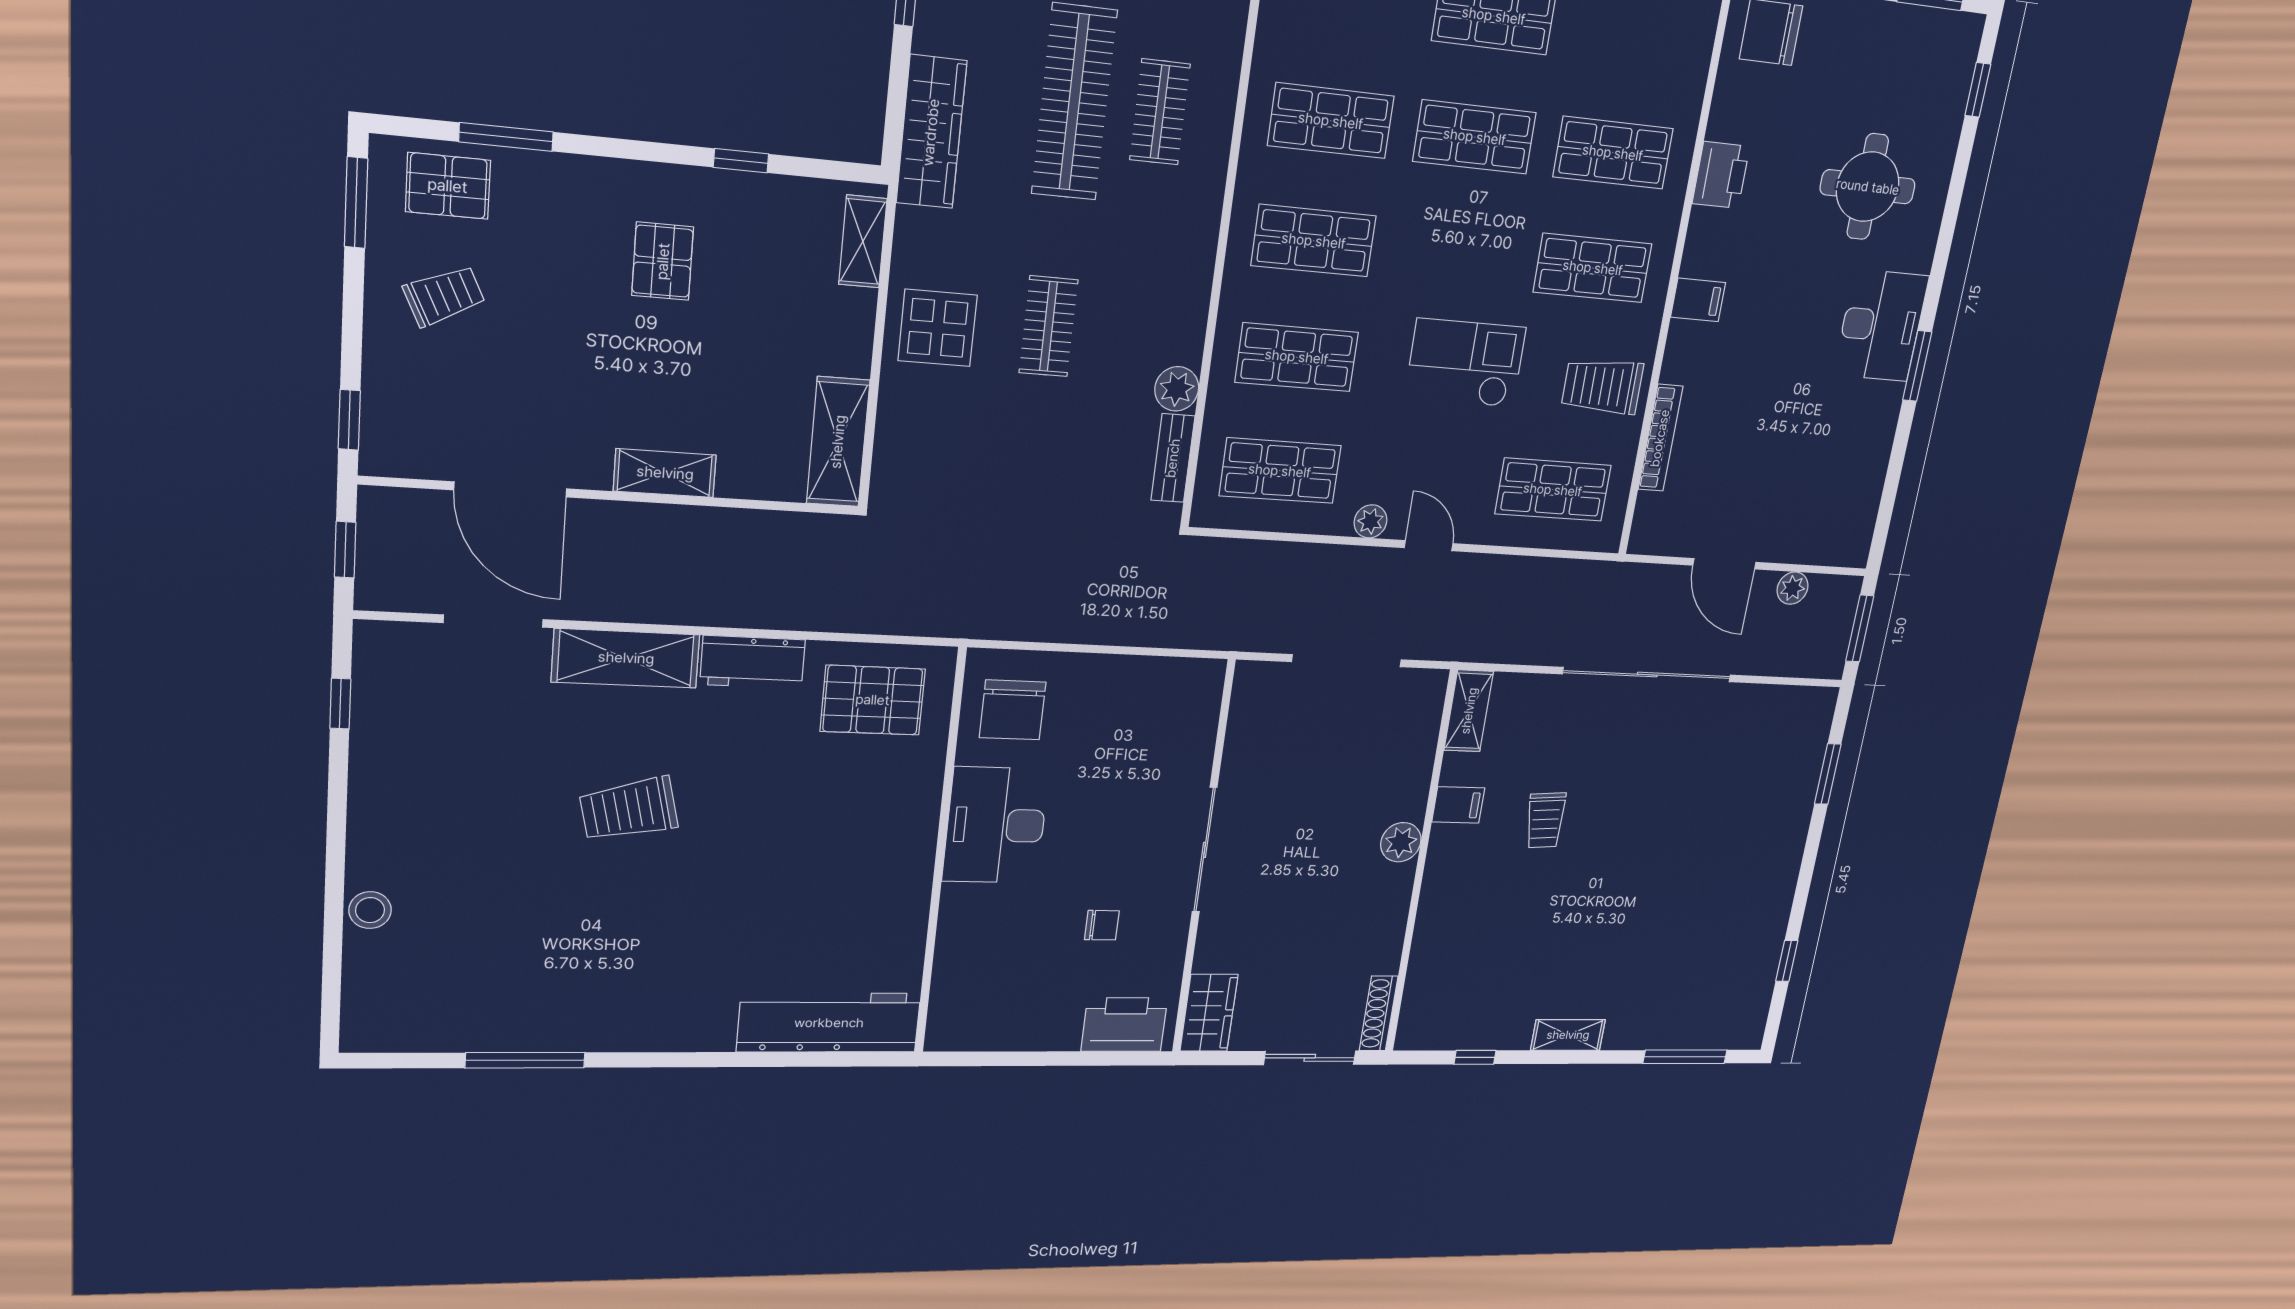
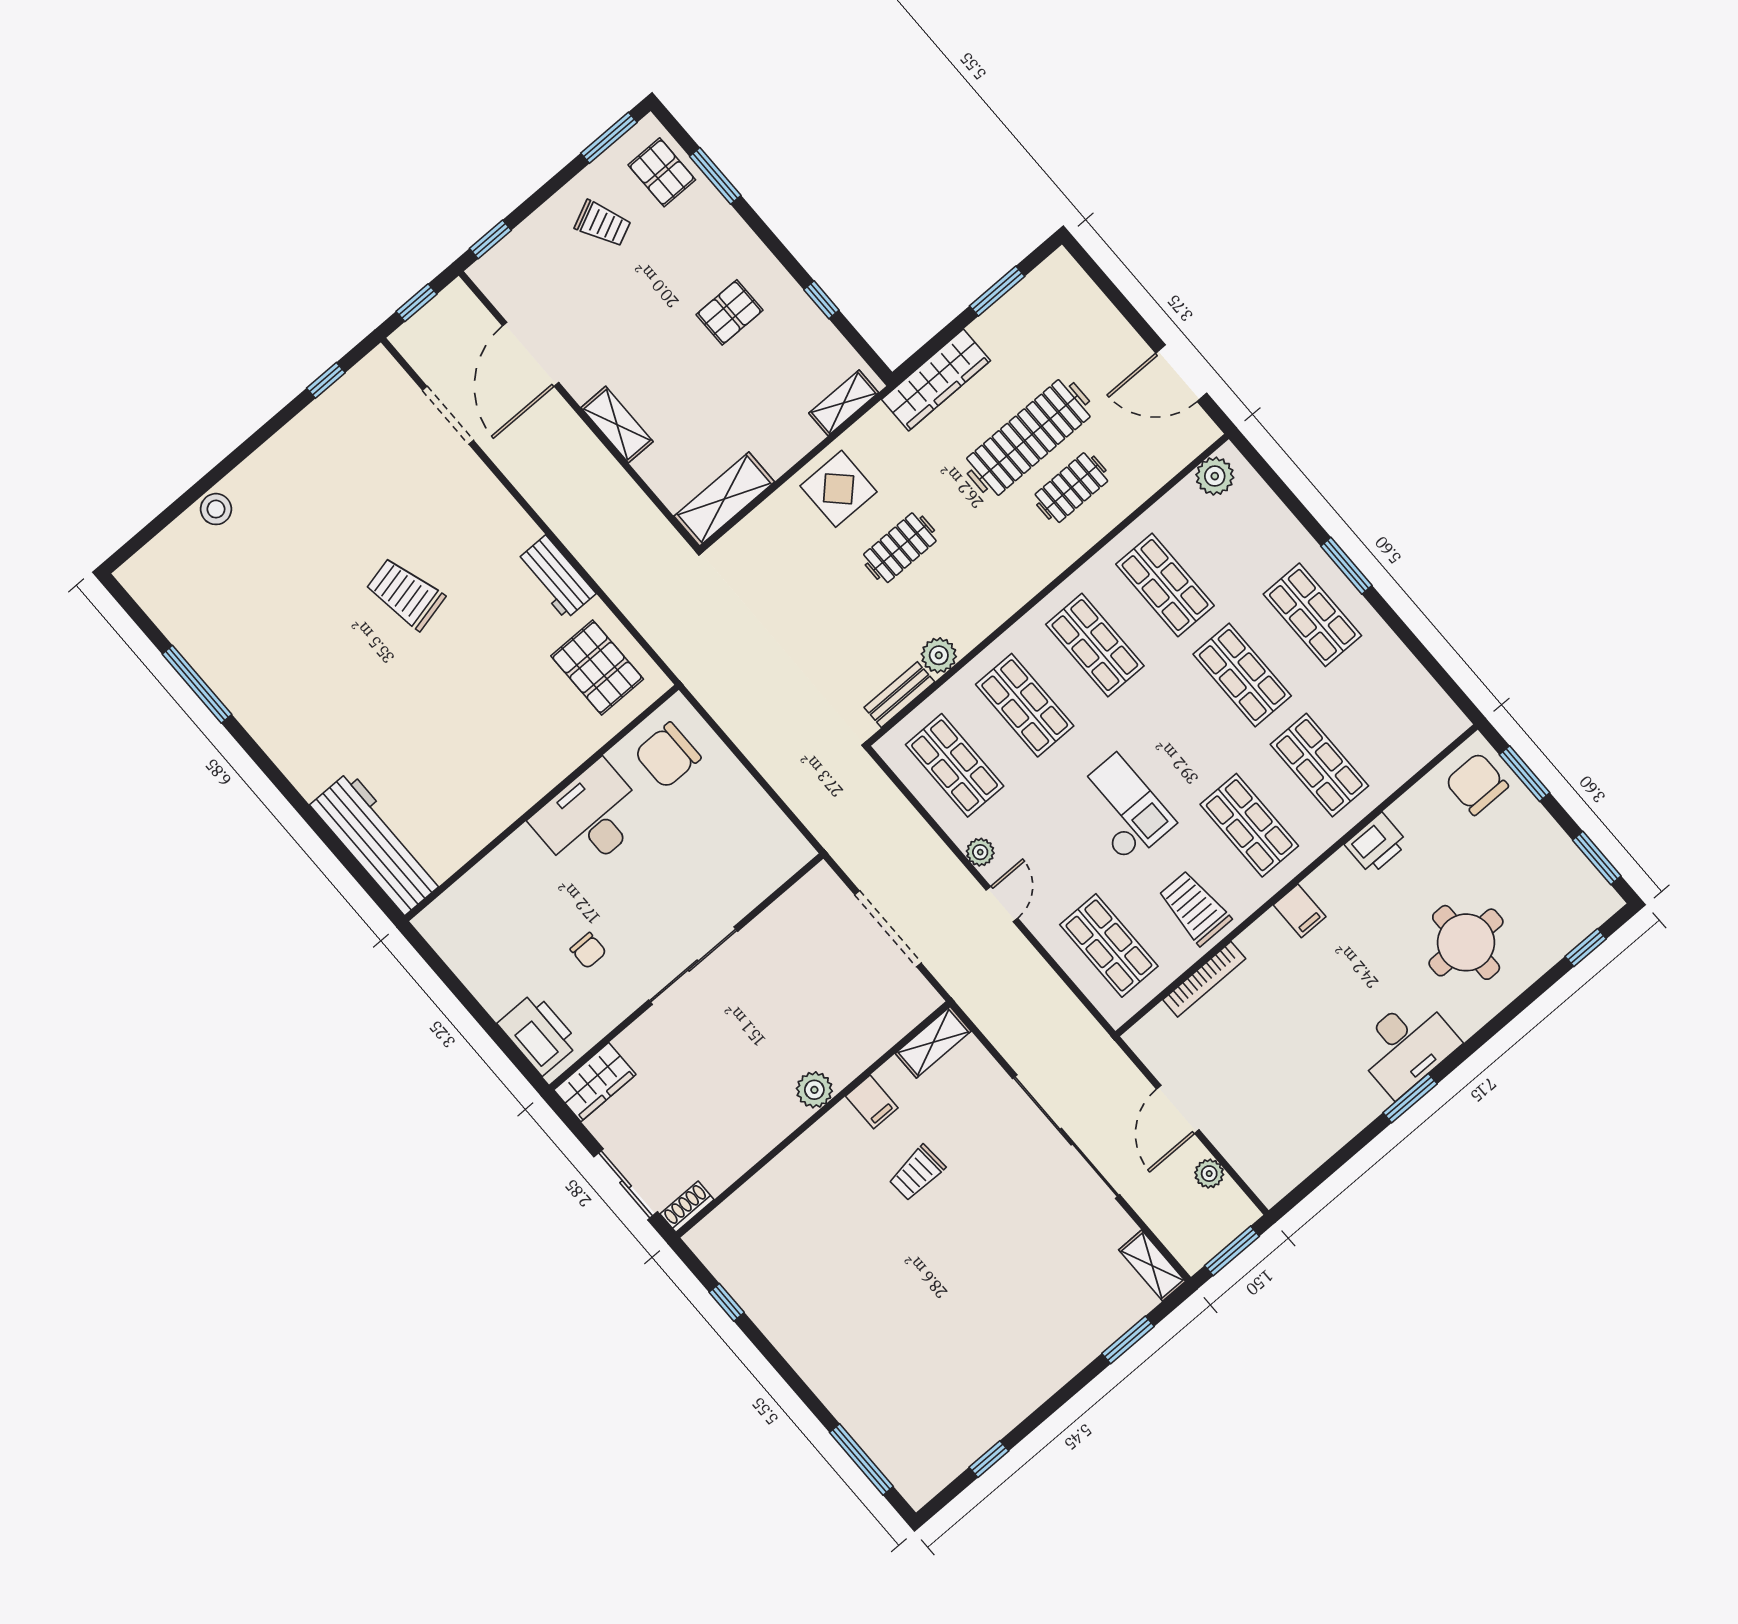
shelving: (626, 658) -> (493, 506), removed
shoe rack: (1379, 1013) -> (687, 1207), width x0.70
shelving: (1568, 1035) -> (1152, 1266), moved

